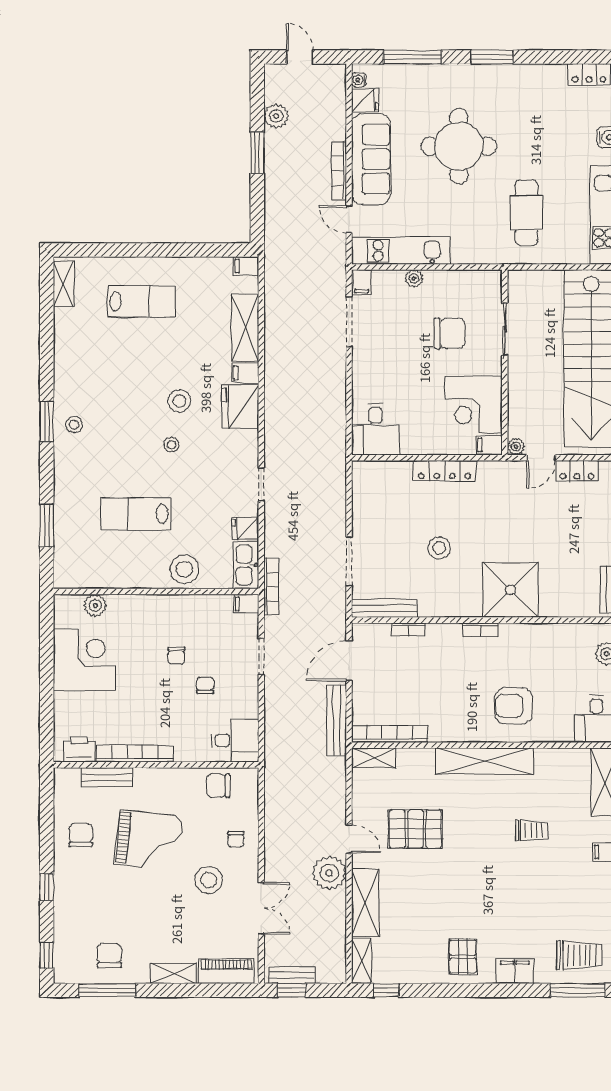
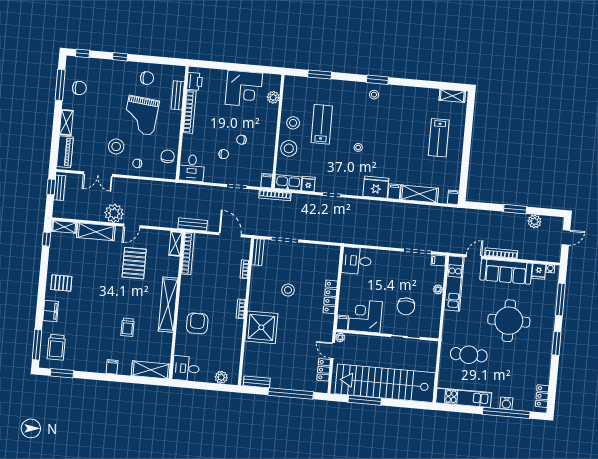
stool: (179, 401) -> (293, 123), moved
bench: (384, 608) -> (258, 252), width x0.73
bench: (336, 720) -> (193, 224), width x0.73

